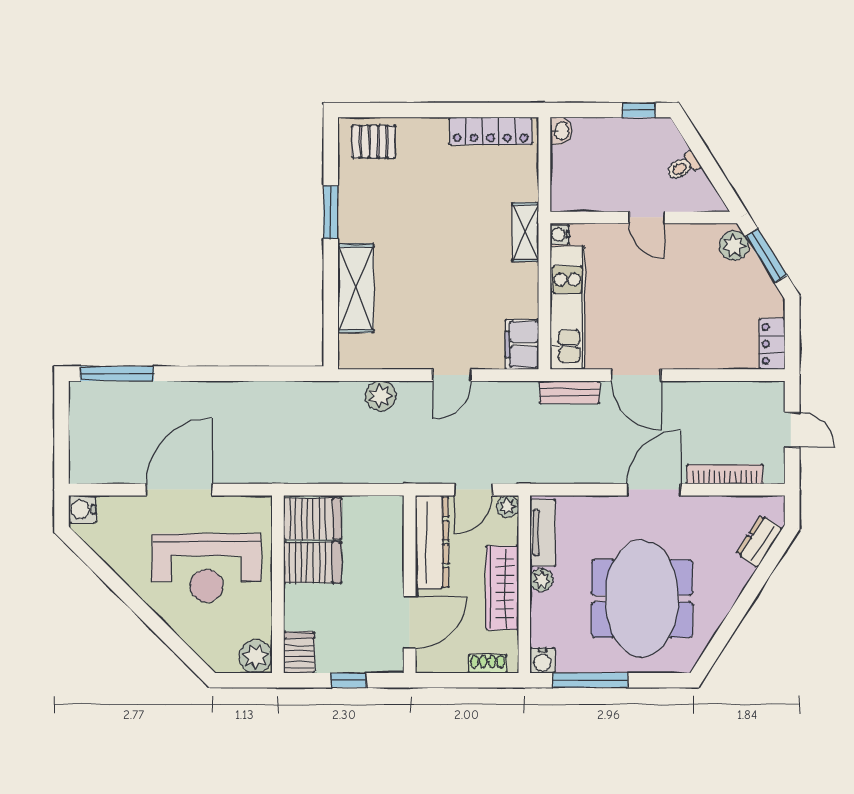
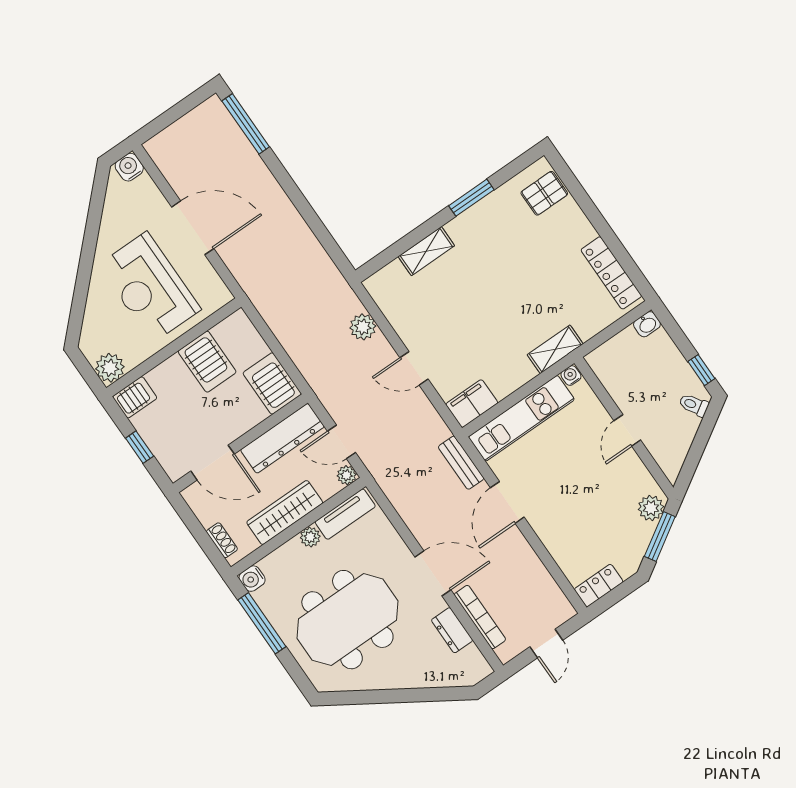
pallet: (374, 142) -> (544, 193), turned 90
toilet: (683, 167) -> (694, 405), moved
shelving: (356, 288) -> (426, 251), width x0.67, depth x0.75
server rack: (313, 519) -> (272, 383), moved, turned 180
dresser: (759, 541) -> (452, 630), moved, turned -123

